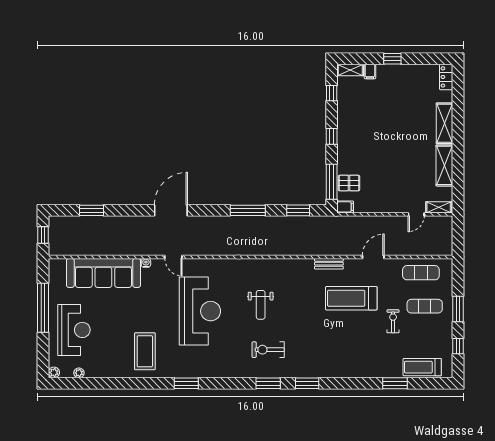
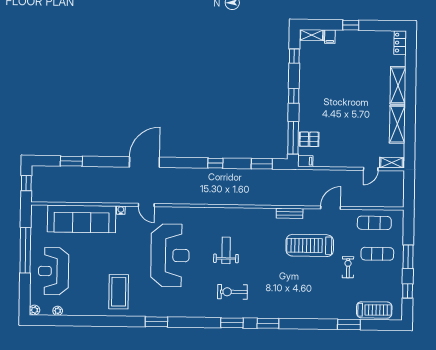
window: (248, 210) -> (215, 163), width x0.46
weight bench: (261, 305) -> (226, 250), turned 180
reception desk: (74, 330) -> (54, 271), turned 180
treadmill: (422, 367) -> (374, 310), turned 180

